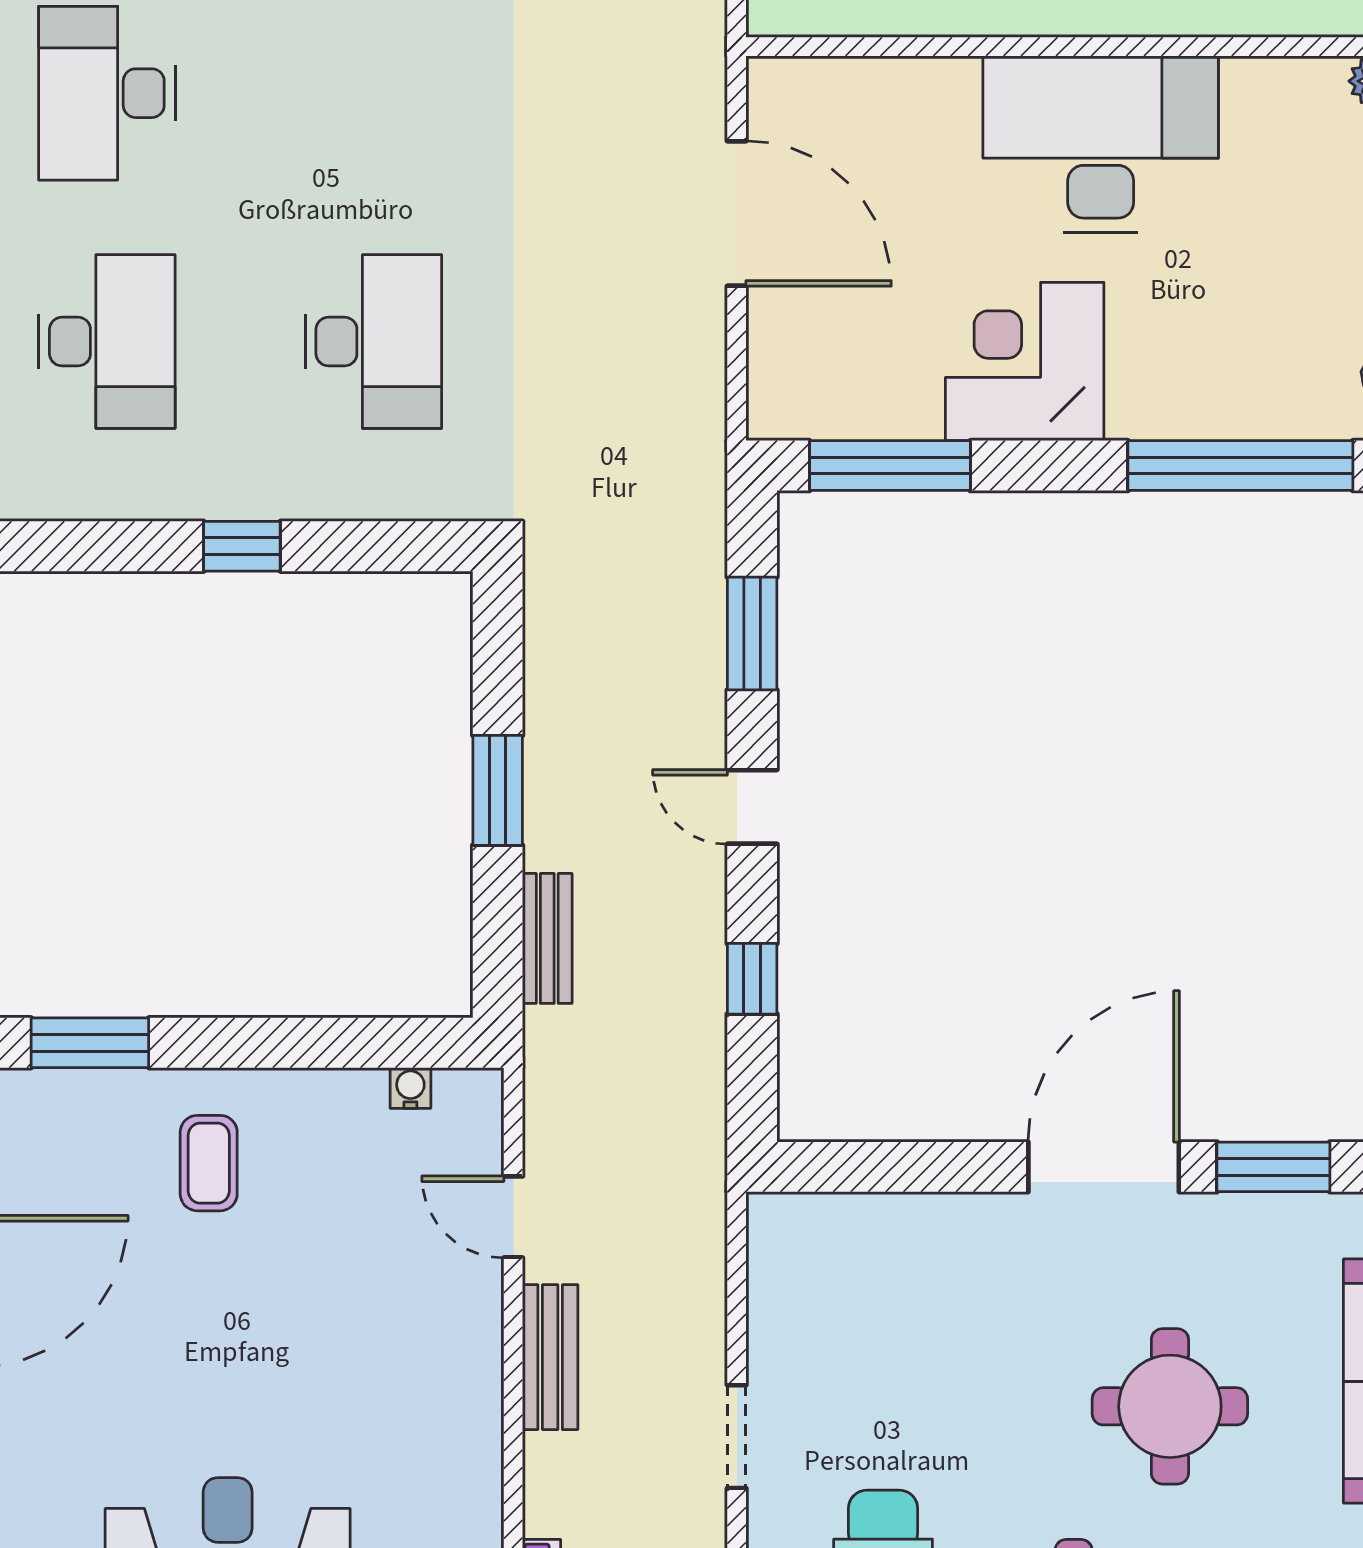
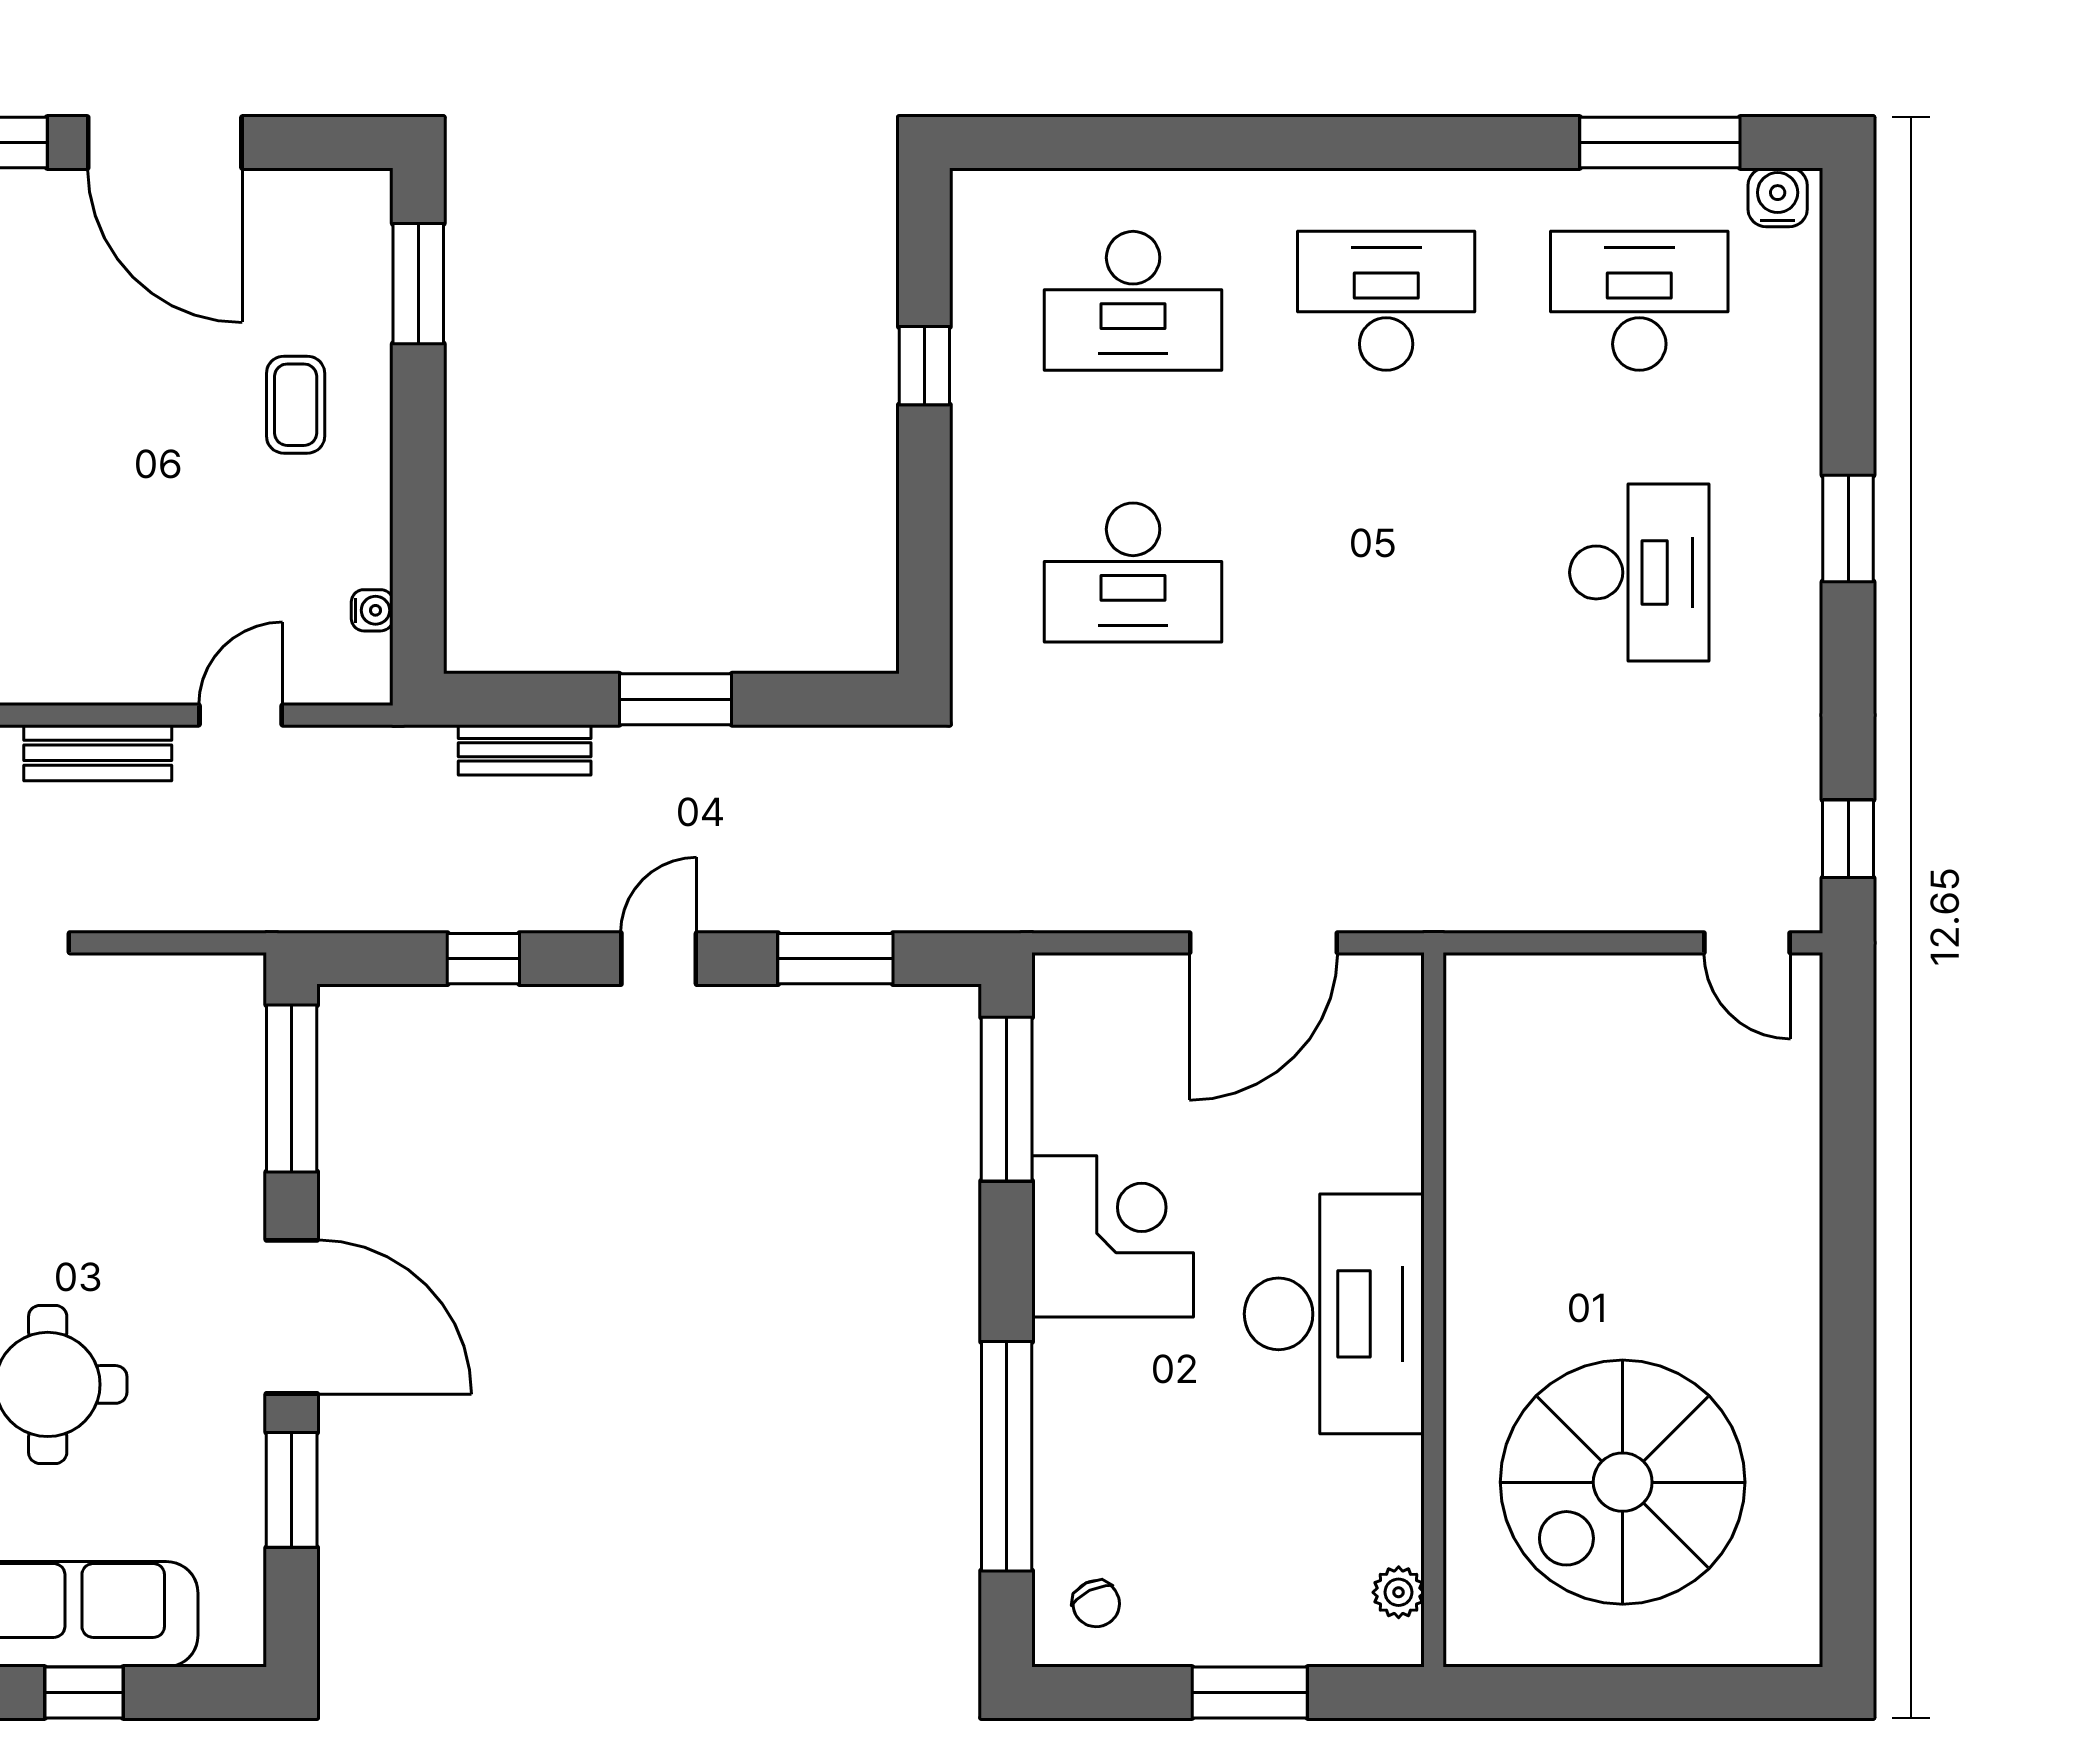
window: (242, 546) -> (924, 366), moved
coffee table: (209, 1163) -> (296, 405), turned 90
window: (880, 1167) -> (292, 1088), added

